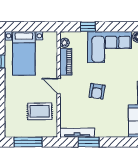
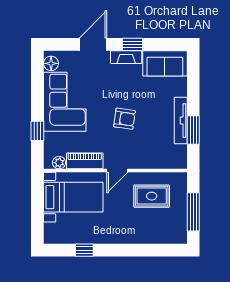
bed with nightstands: (24, 53) -> (73, 197), moved
rug: (40, 111) -> (152, 196), turned 90
tv unit: (77, 133) -> (181, 120), moved

